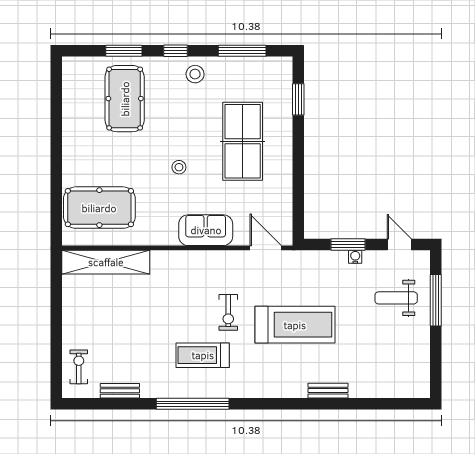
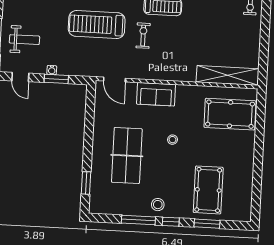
window: (242, 51) -> (138, 220), moved

